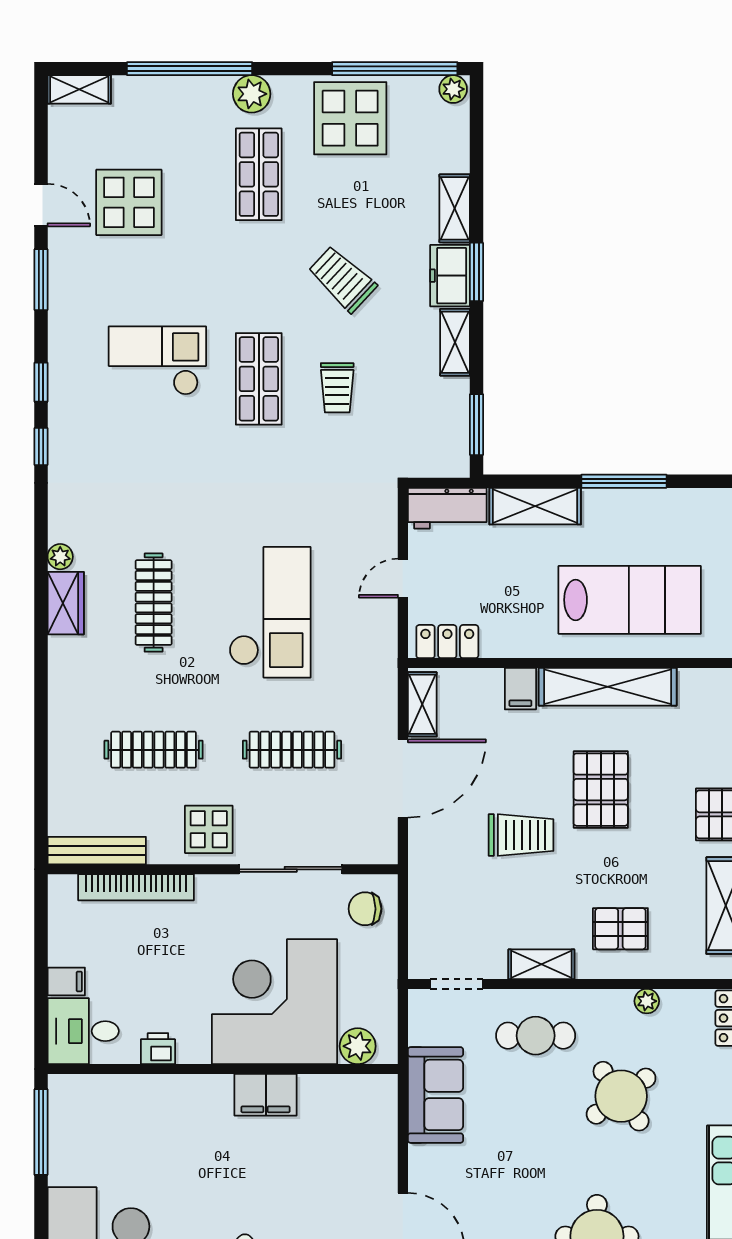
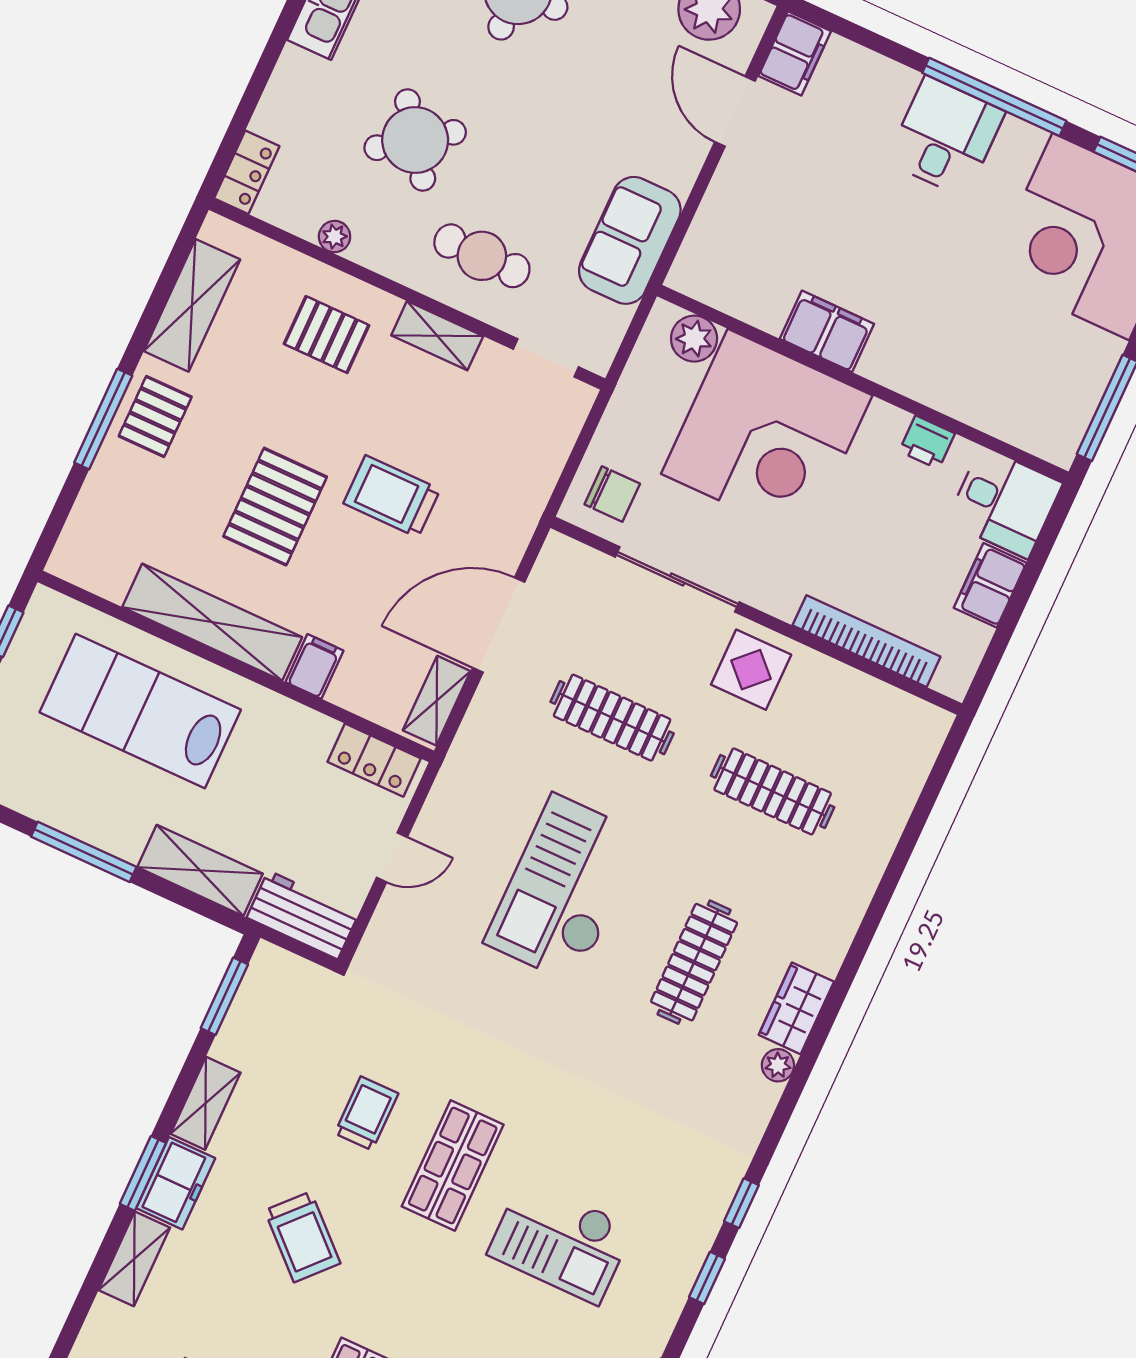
bench: (97, 851) -> (892, 705), removed
filing cabinet: (66, 982) -> (990, 585), width x2.00

